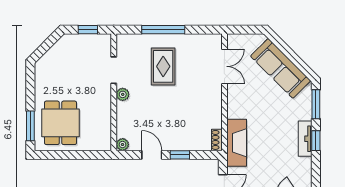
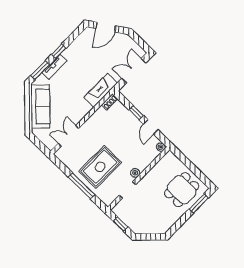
rug: (163, 66) -> (100, 167), width x1.36, depth x1.43
tv unit: (305, 139) -> (54, 67), moved

